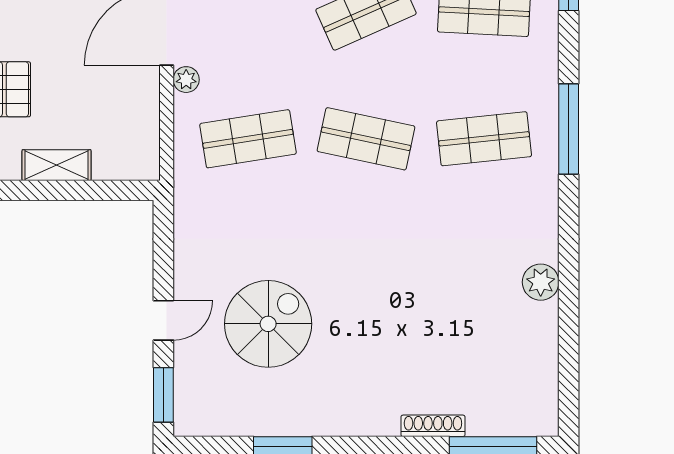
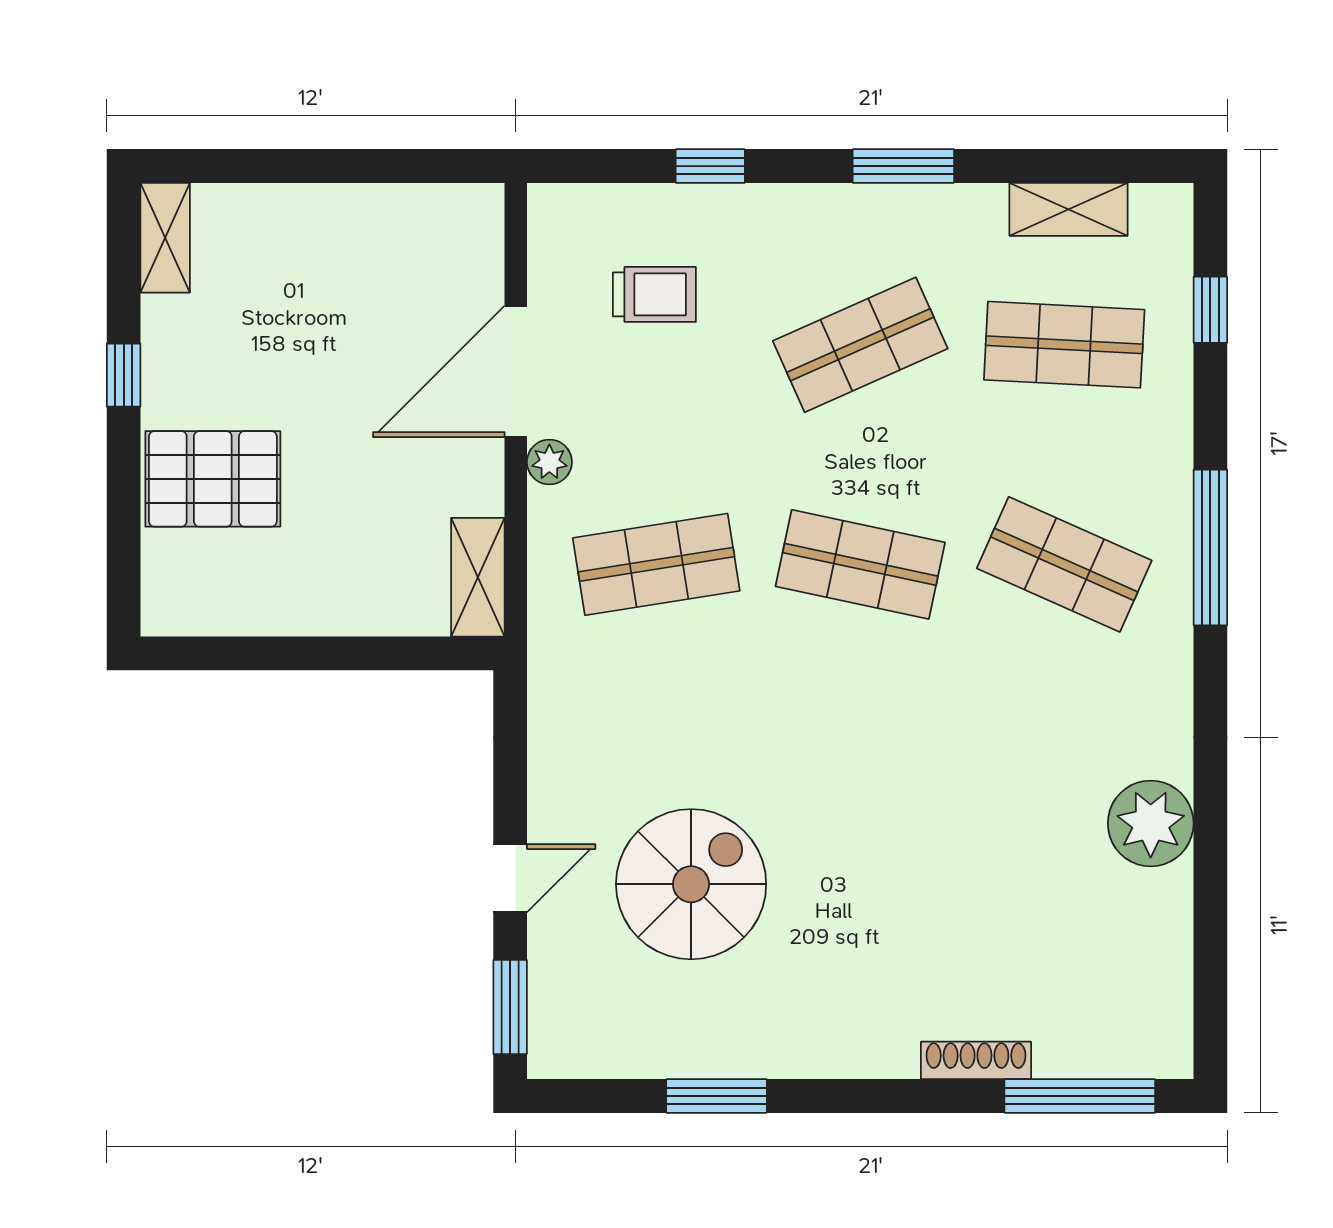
shop shelf: (484, 139) -> (1064, 564), turned 30
shelving: (57, 165) -> (478, 577), moved, turned 90
plant: (541, 282) -> (1151, 823), width x1.36, depth x1.36

